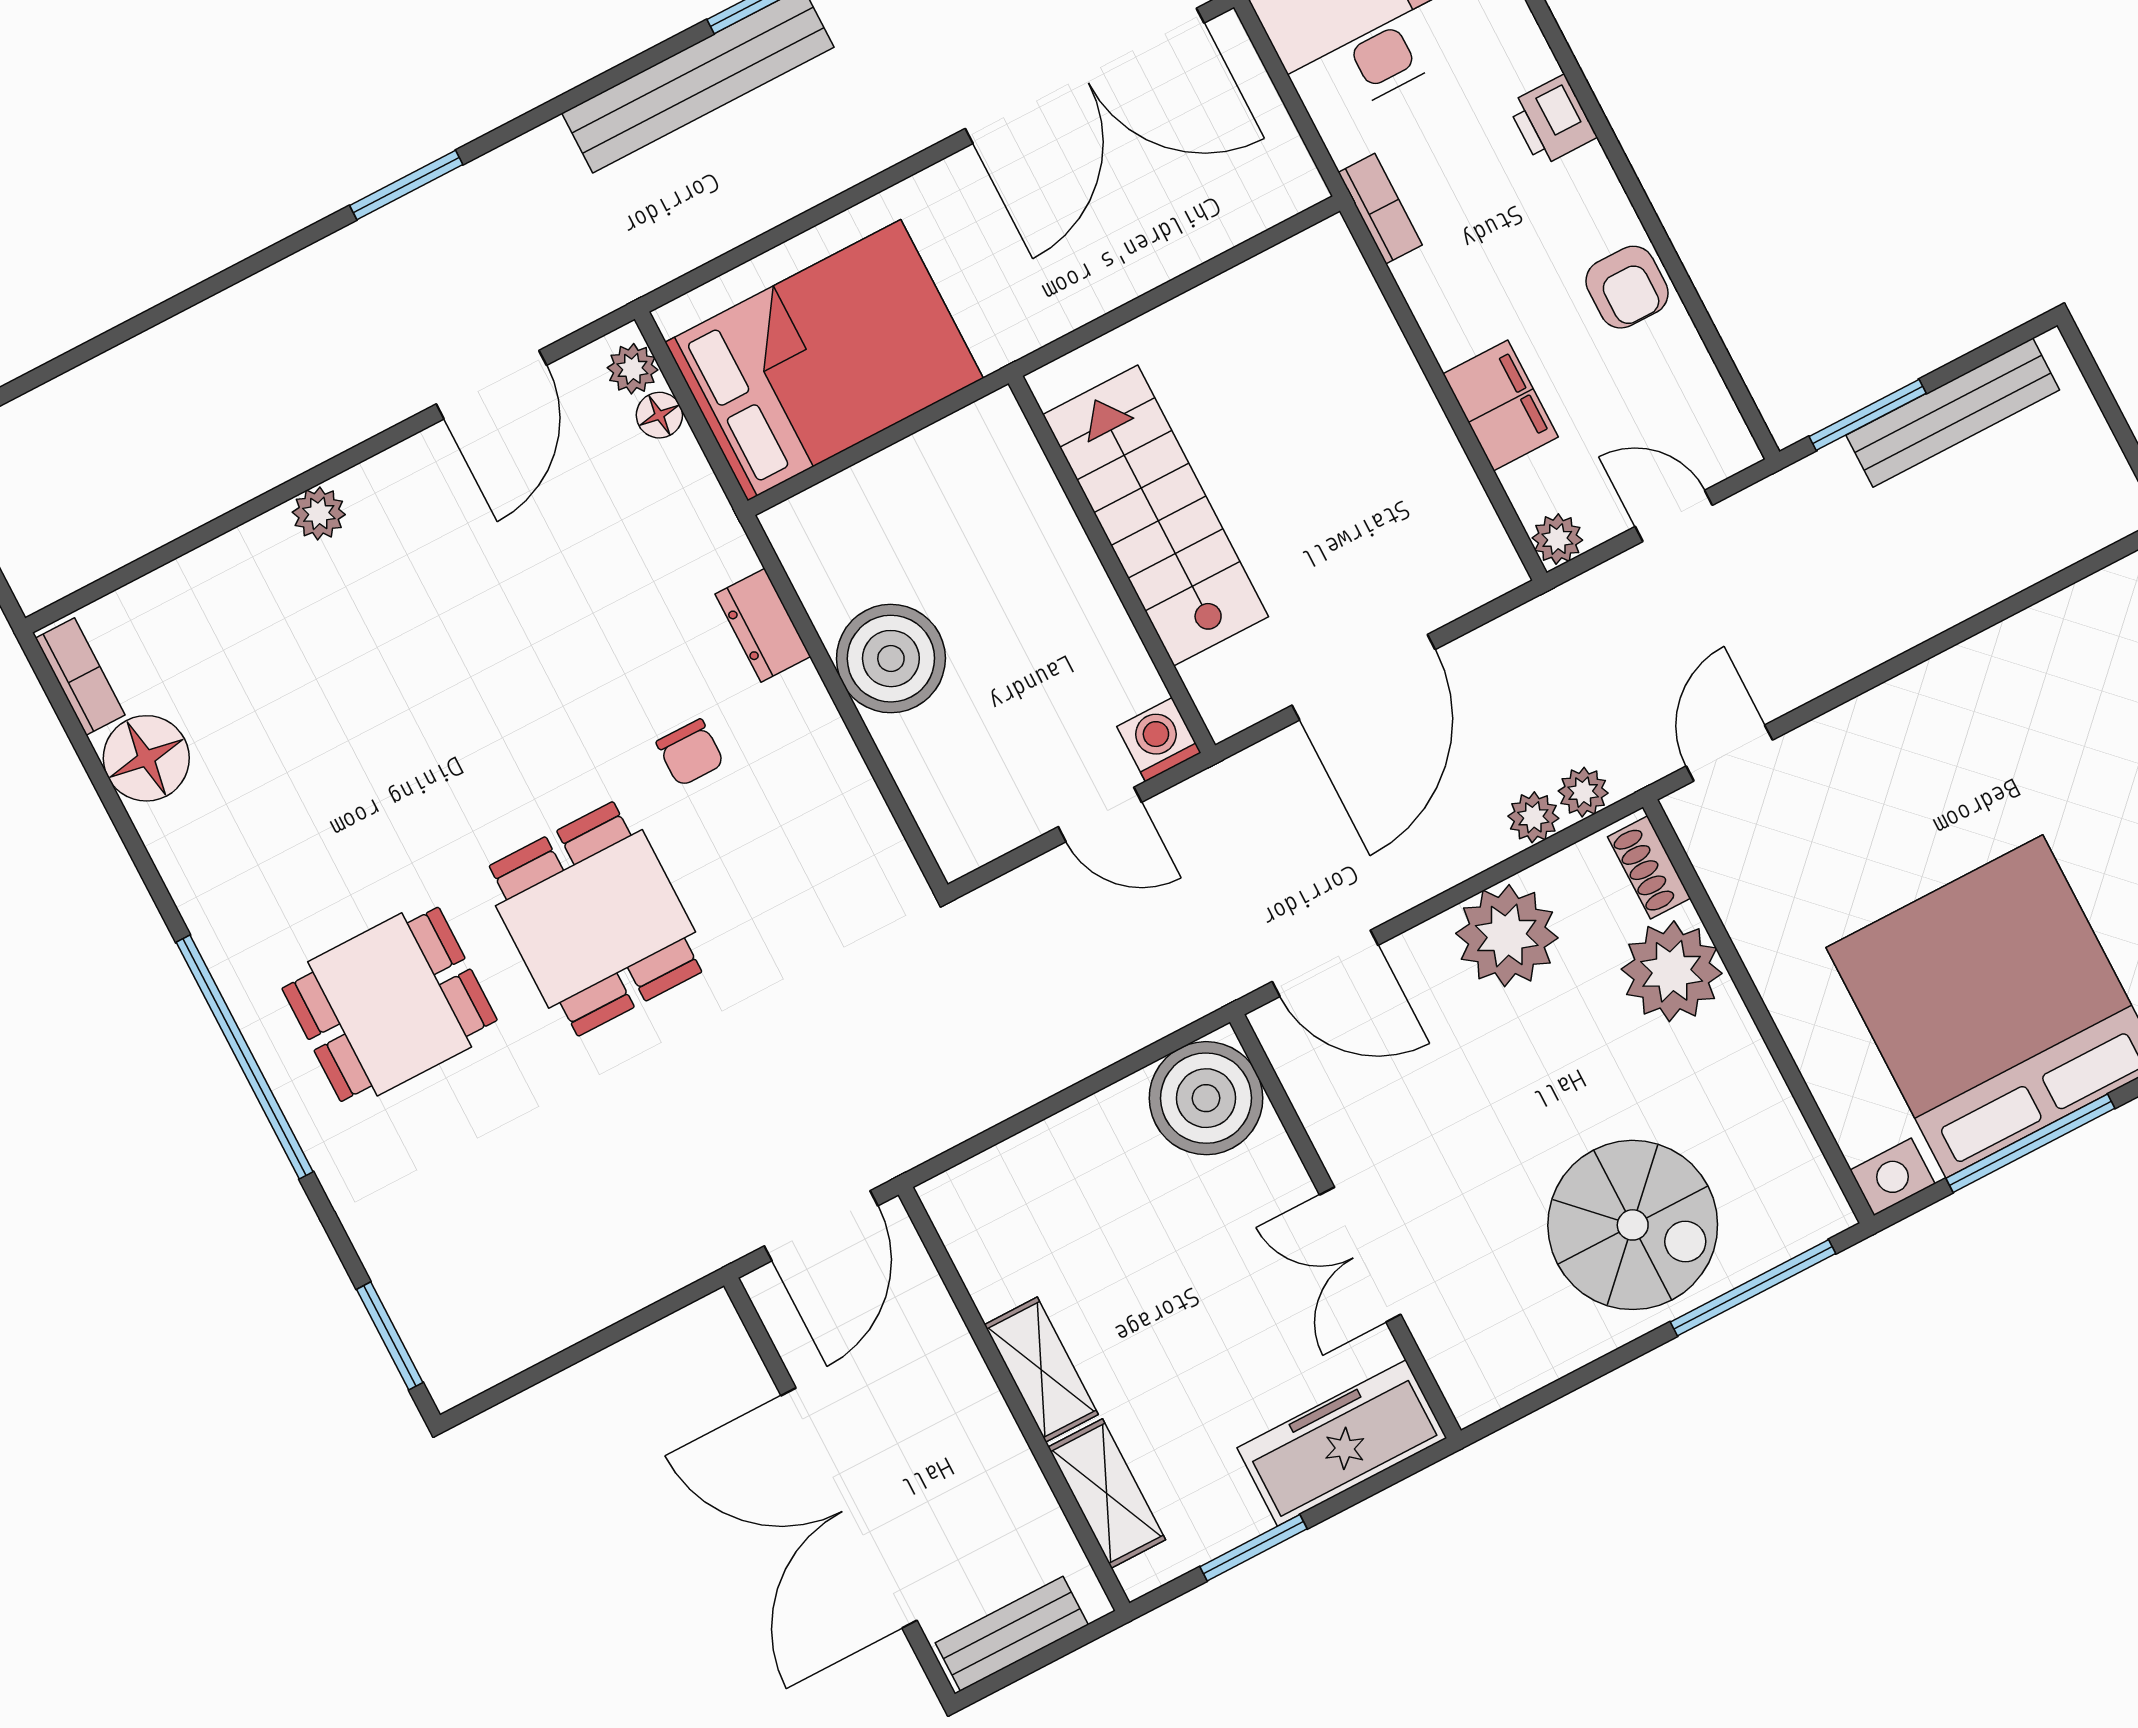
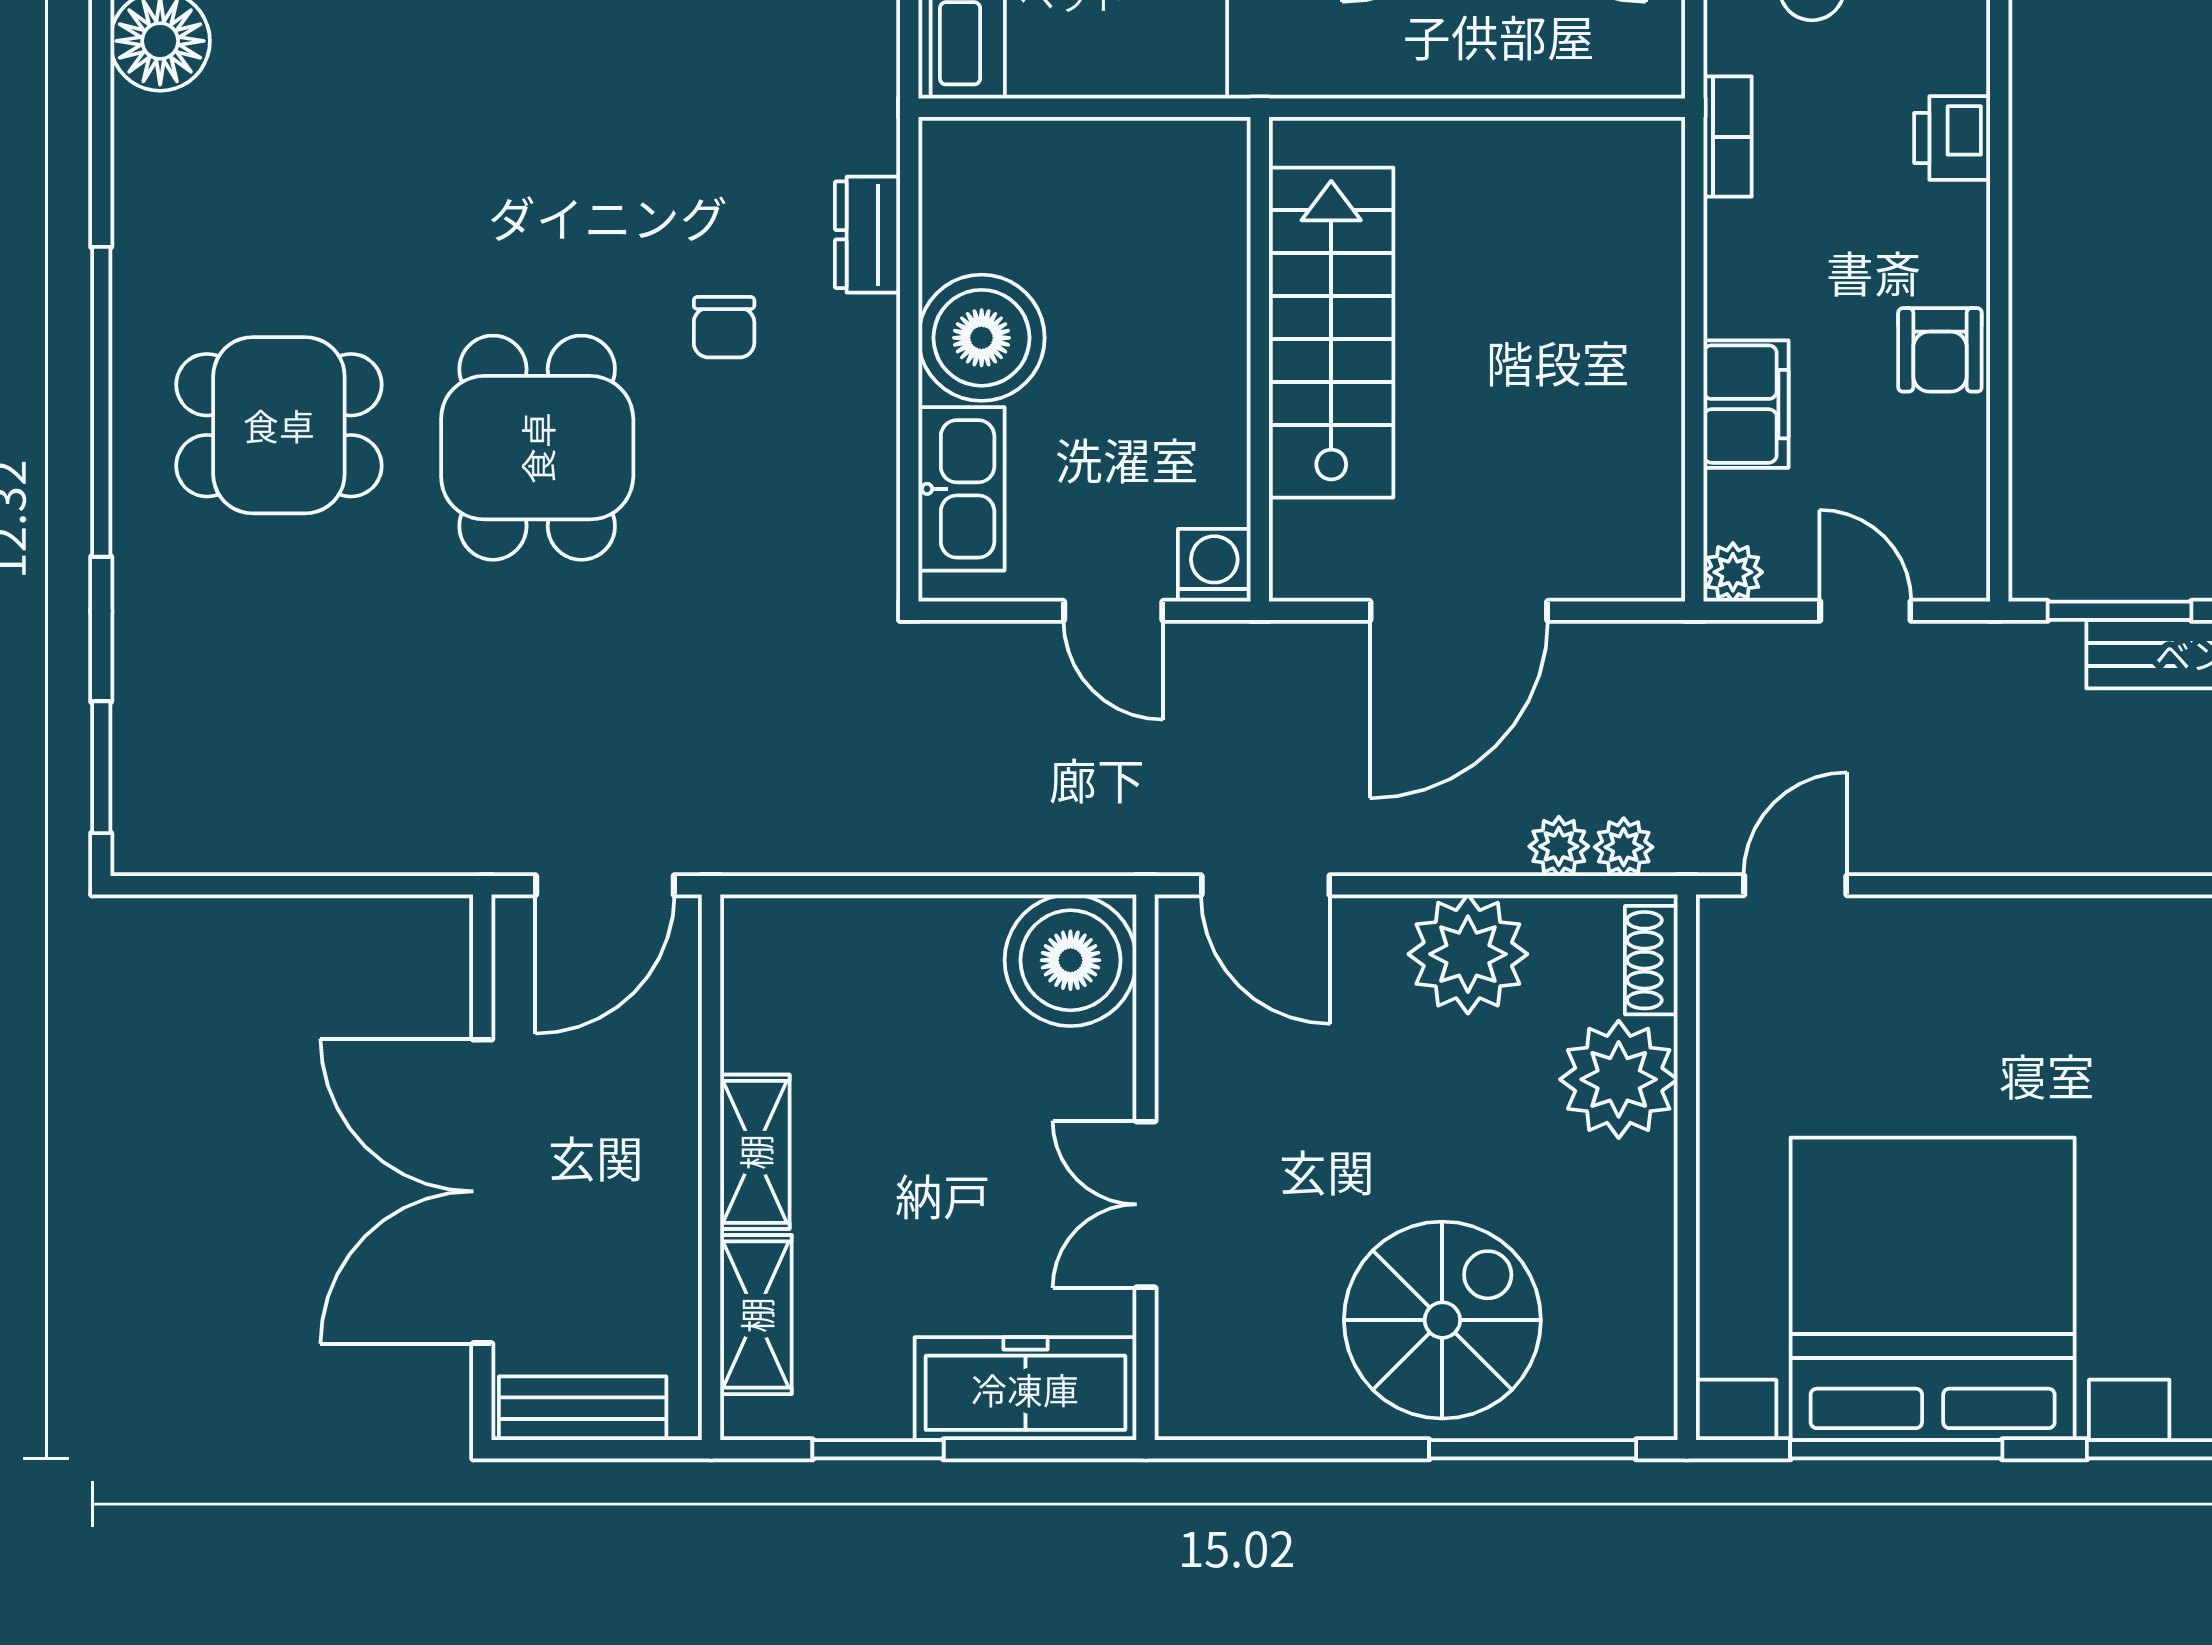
kitchen sink: (936, 782) -> (961, 489), added
spiral stairs: (1633, 1225) -> (1442, 1320), turned -90

